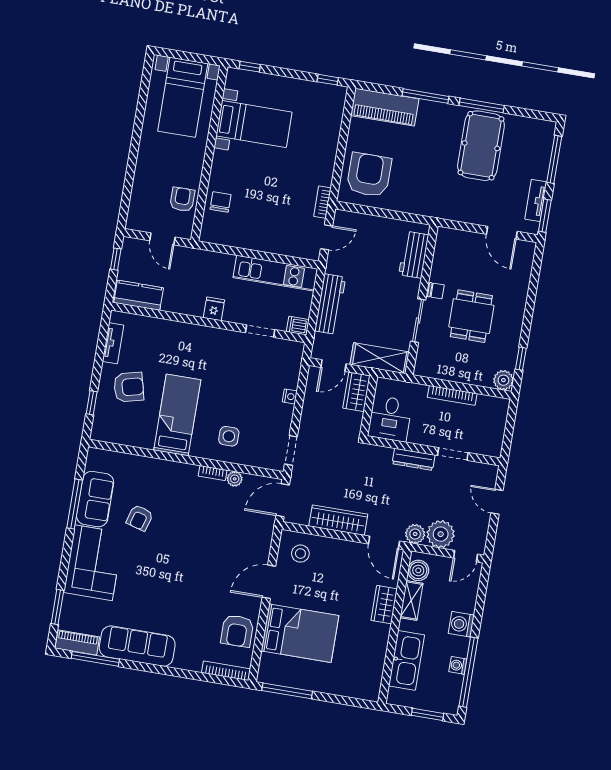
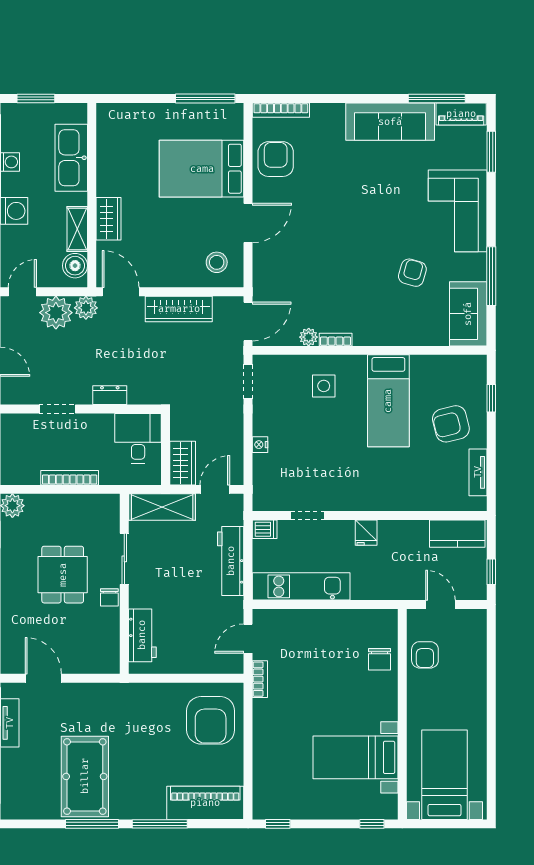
chair: (436, 291) -> (109, 597), turned -90
dresser: (414, 459) -> (110, 395), width x0.70
sofa: (95, 499) -> (468, 314), moved

